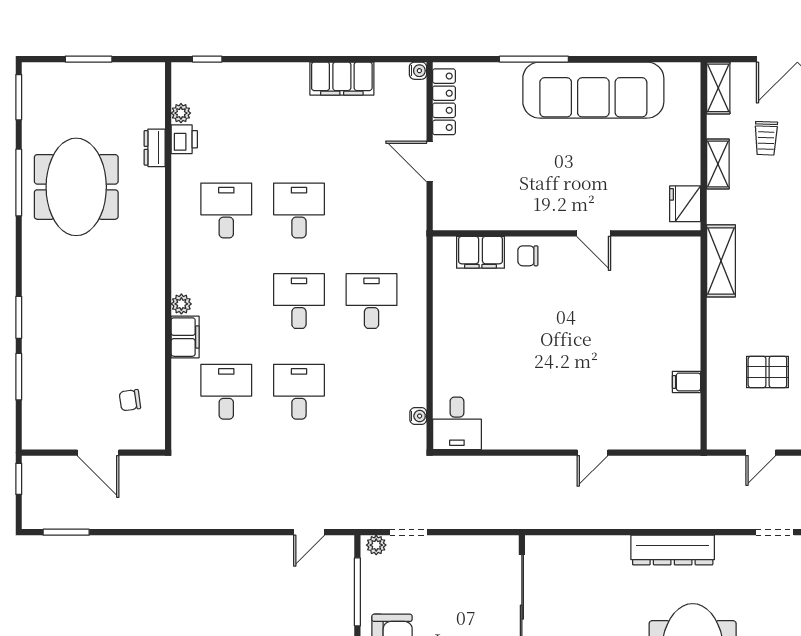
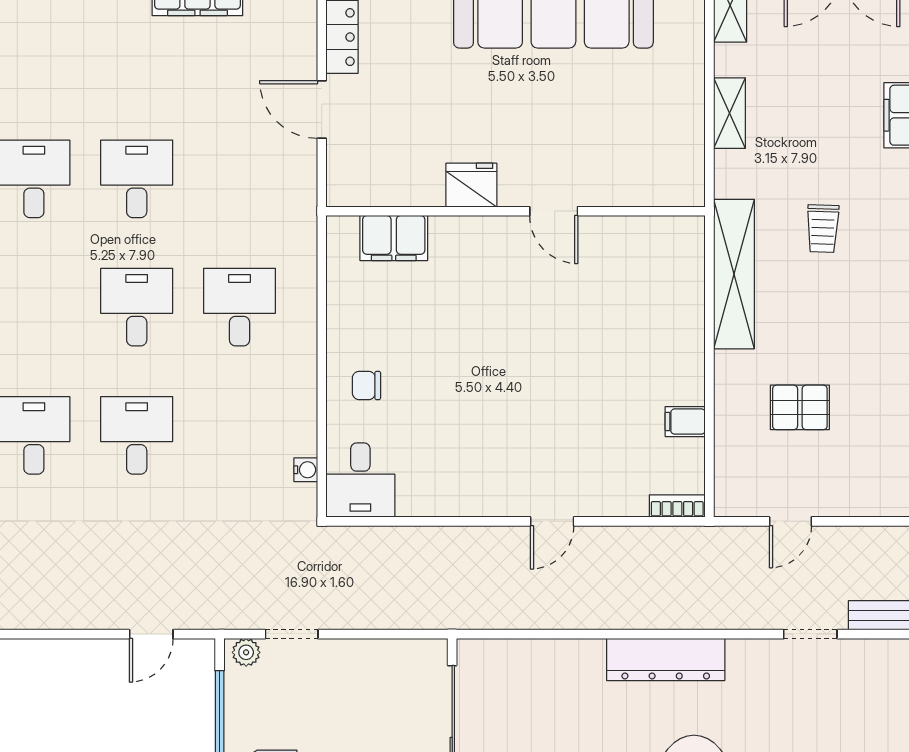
trolley: (766, 138) -> (823, 229), moved
fridge: (685, 204) -> (471, 185), moved, turned 90
chair: (528, 256) -> (366, 385), moved
shelving: (721, 261) -> (734, 274), width x1.47
bookcase: (681, 442) -> (677, 506), added

